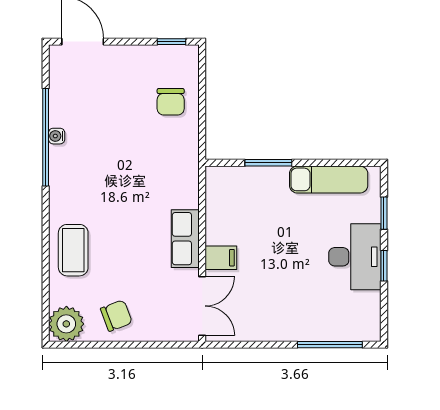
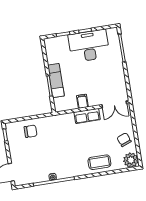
exam couch: (329, 179) -> (56, 81), moved
desk: (355, 257) -> (89, 46), width x1.36, depth x1.30
filing cabinet: (221, 258) -> (82, 101), moved
double door: (202, 306) -> (114, 104), swing flipped

